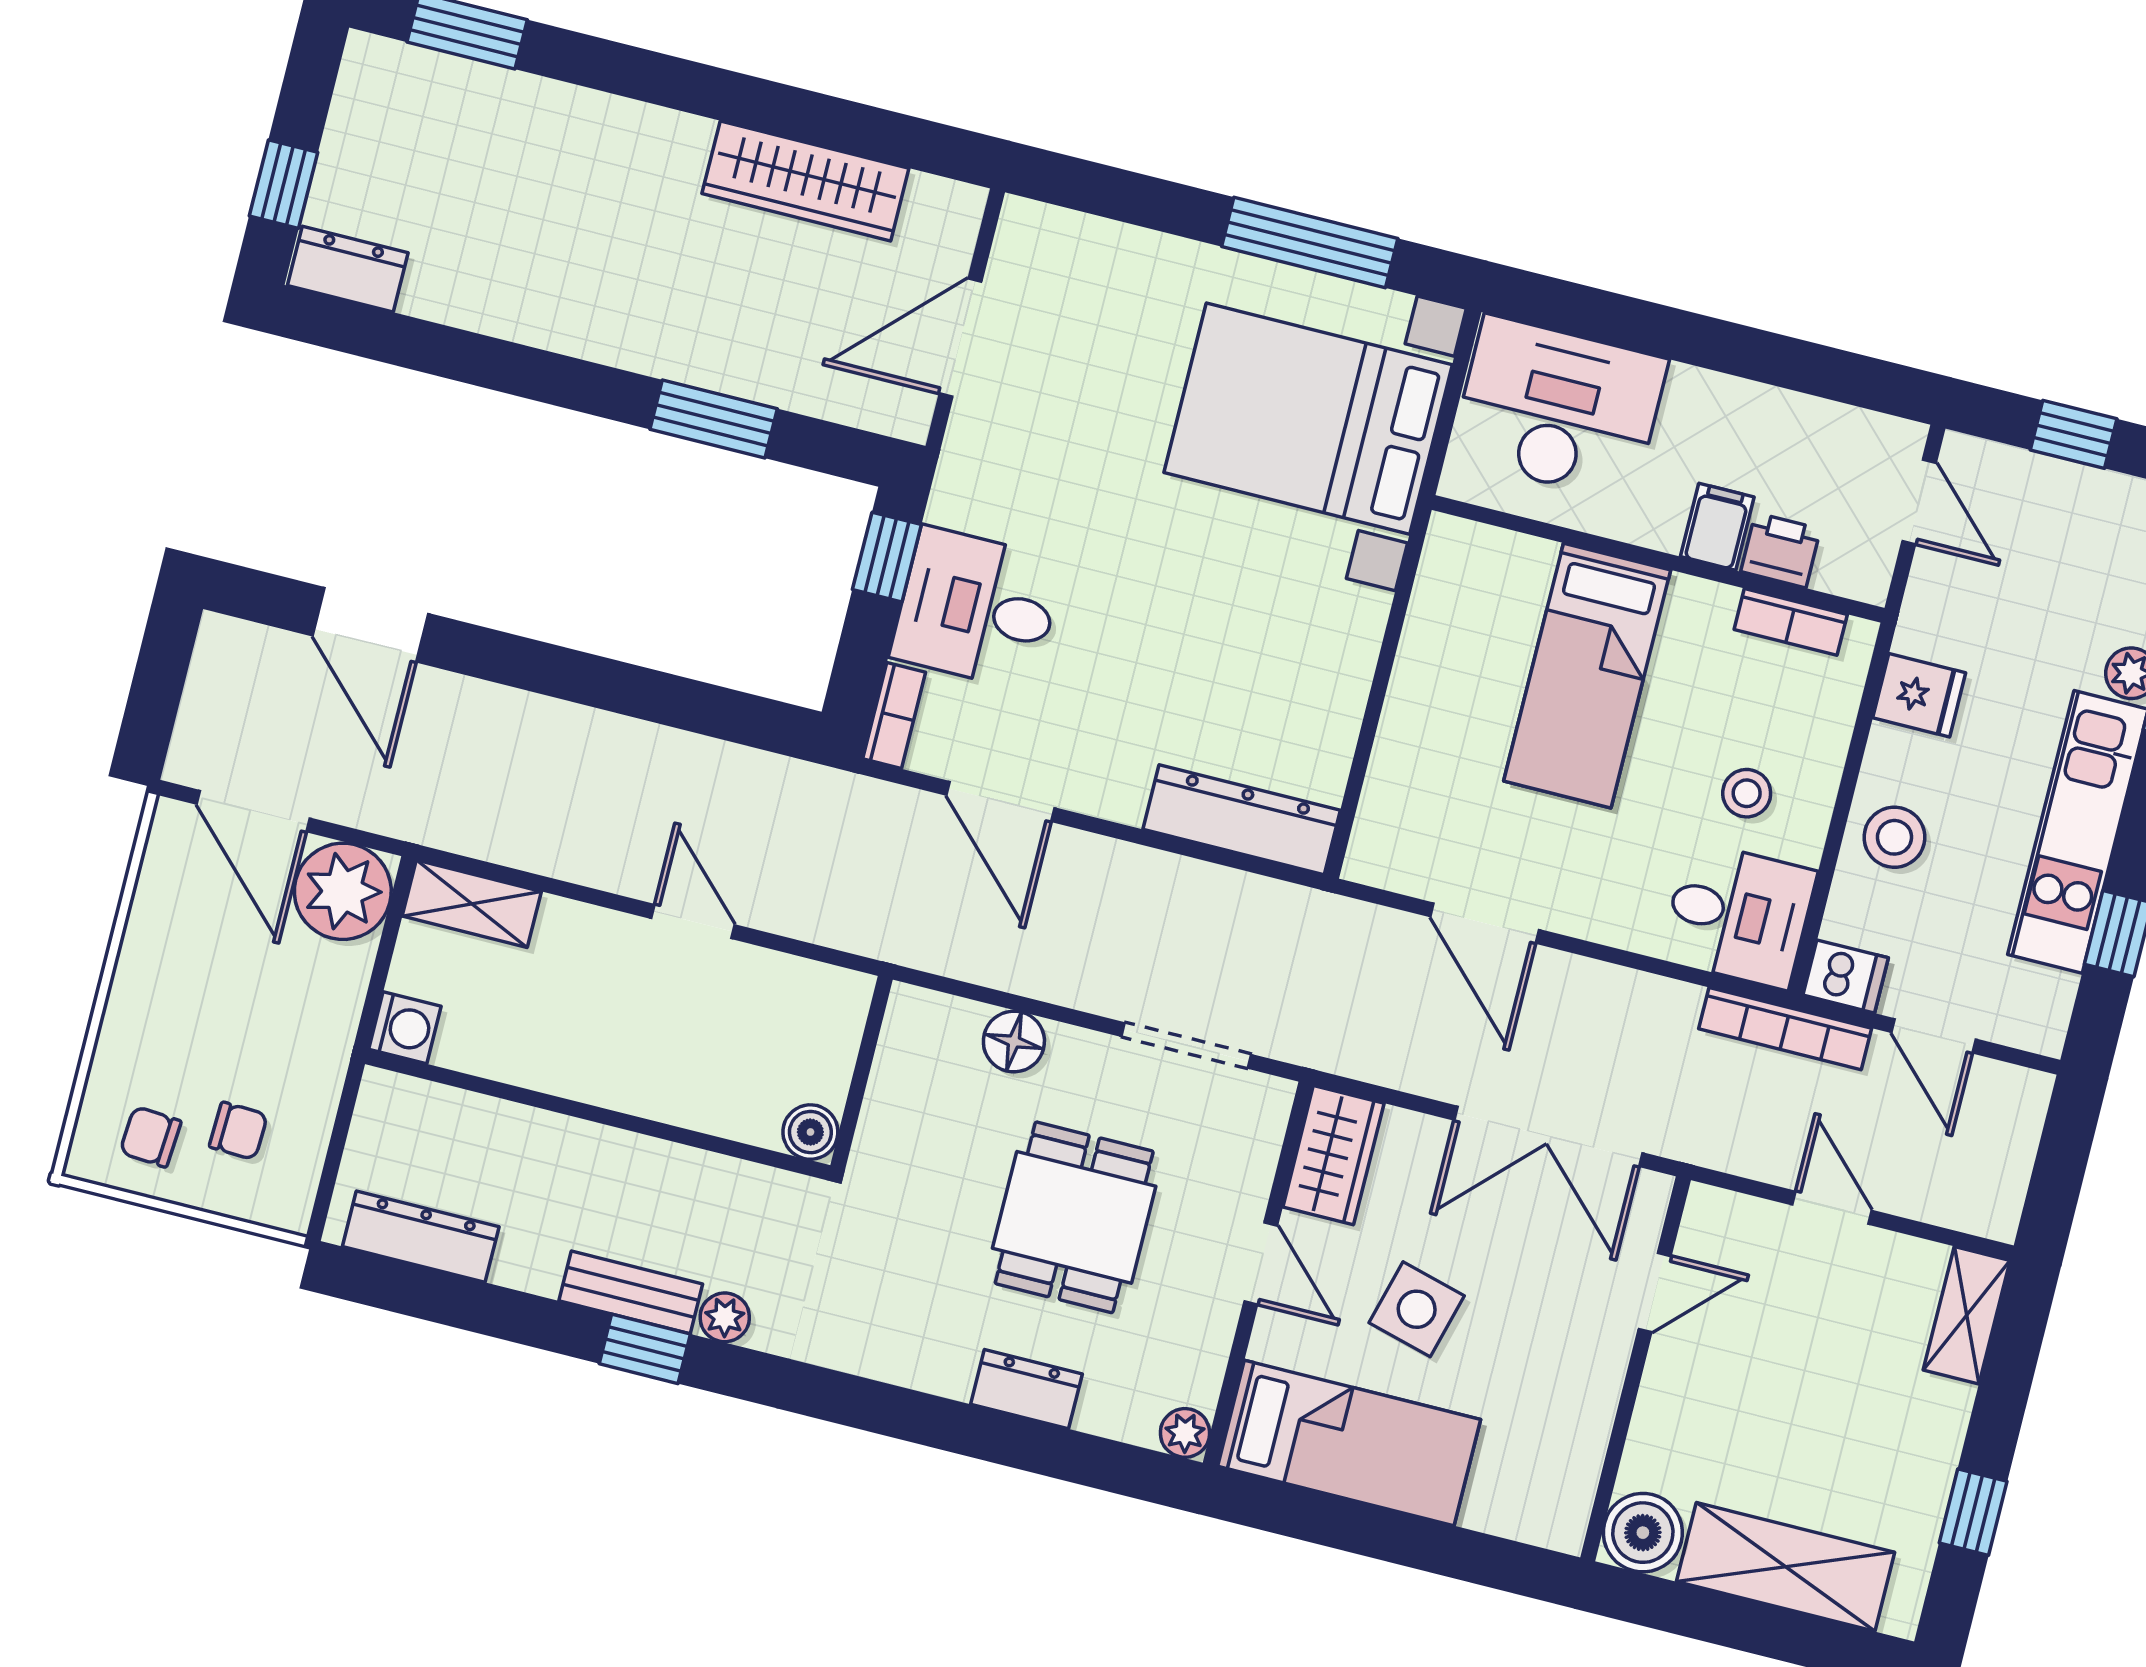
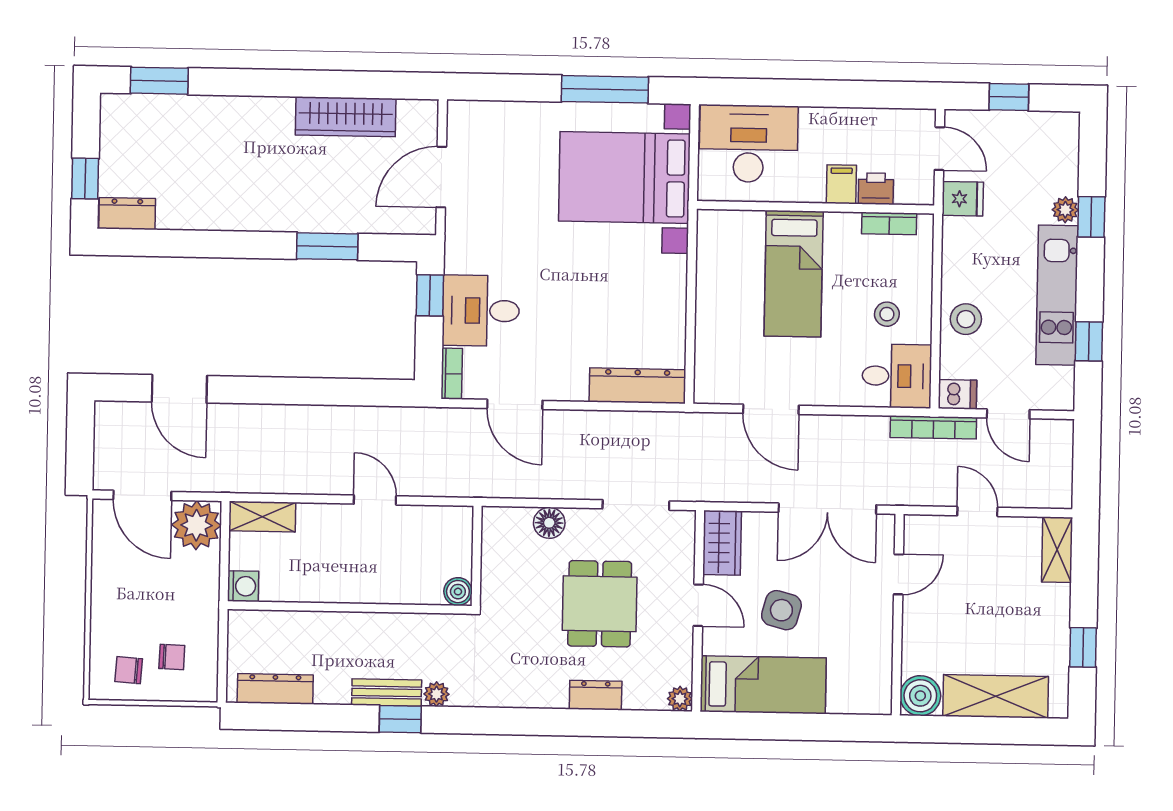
fridge: (1919, 695) -> (963, 199), moved

